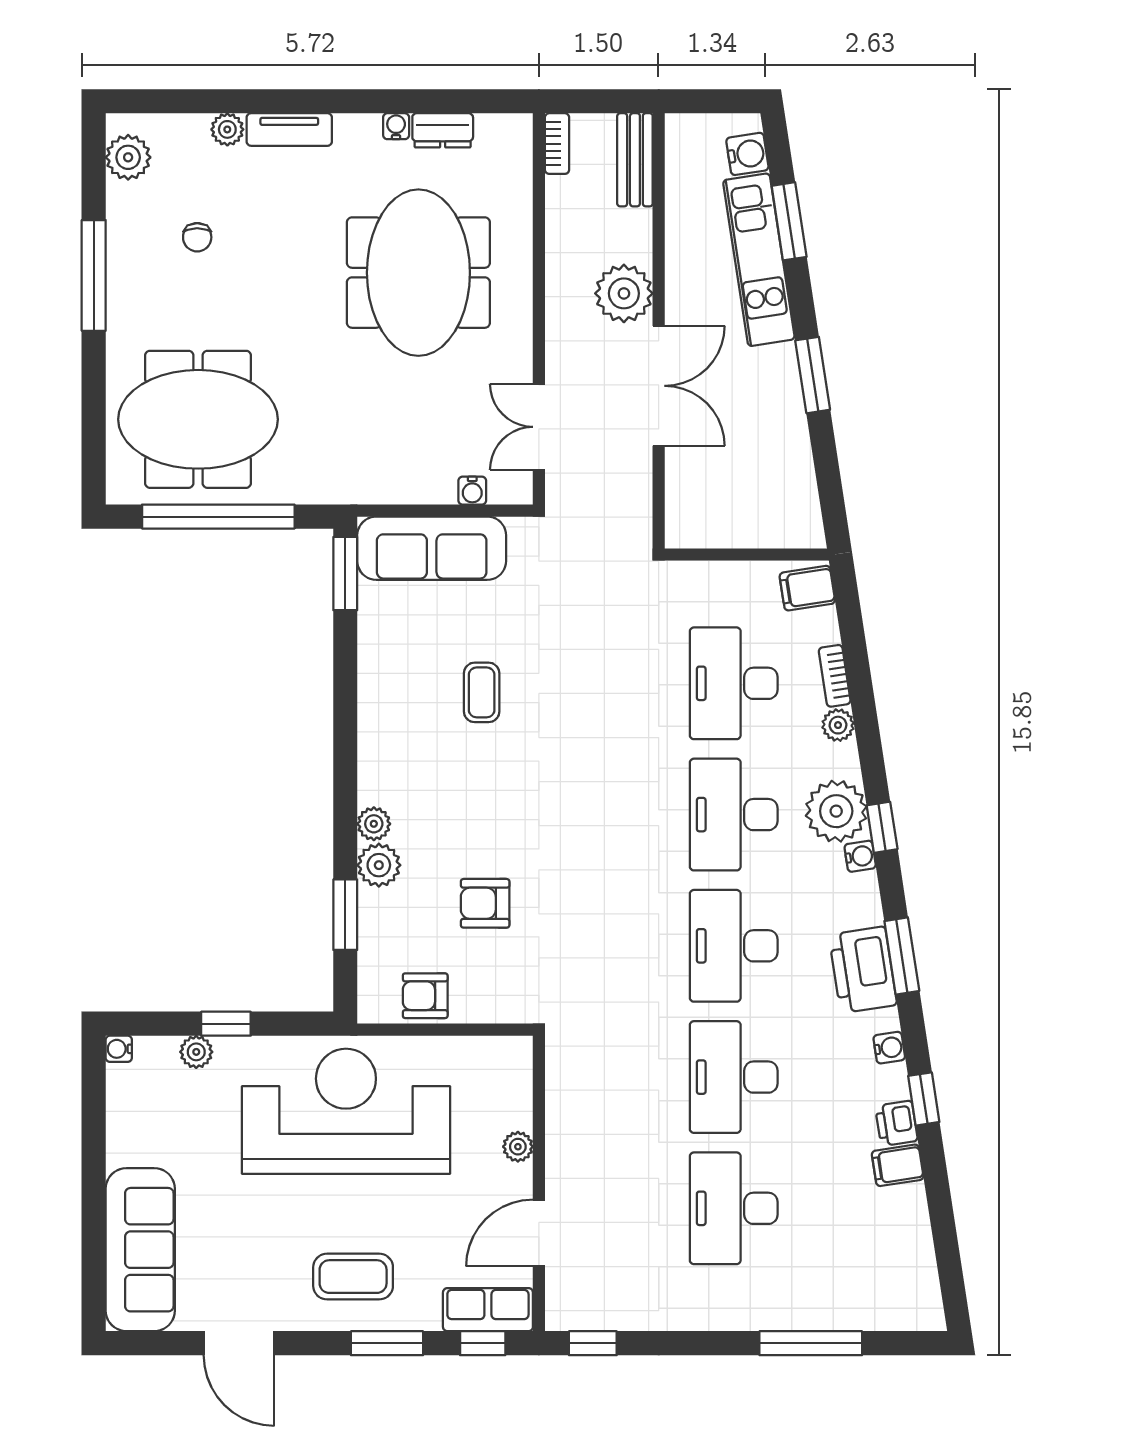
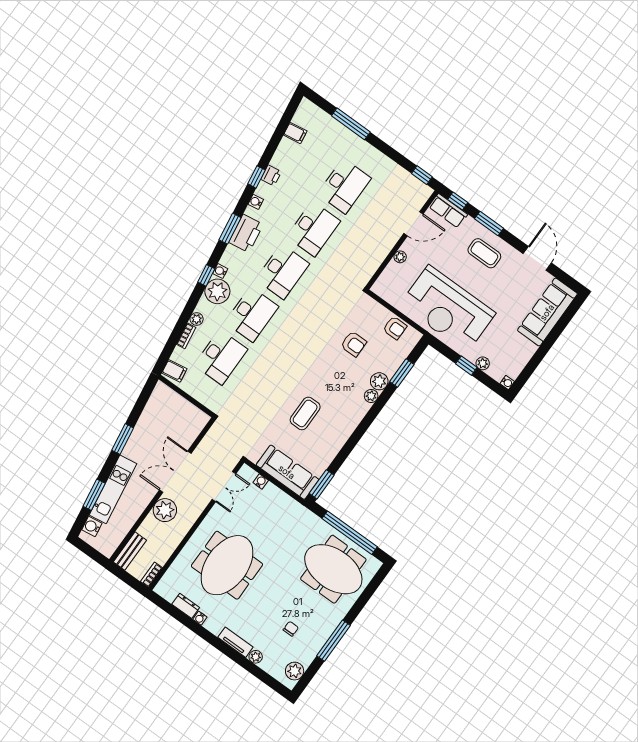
coffee table: (482, 692) -> (305, 413), width x1.36, depth x1.30
filing cabinet: (898, 1165) -> (295, 133), moved

